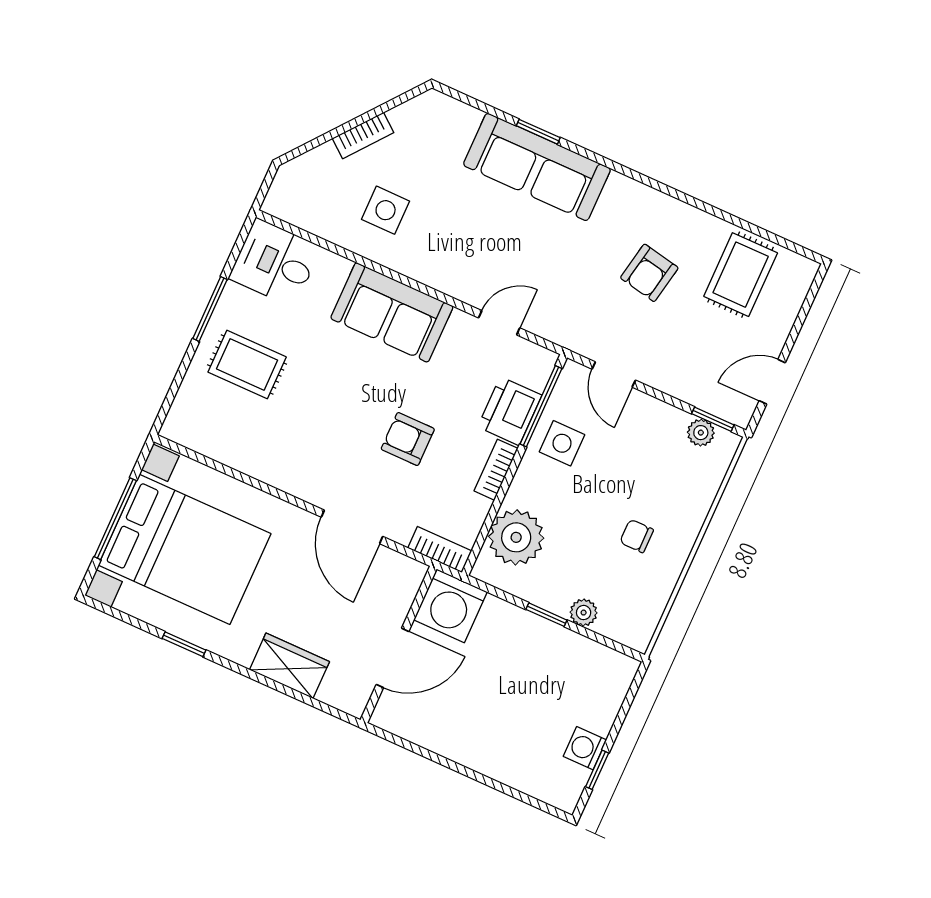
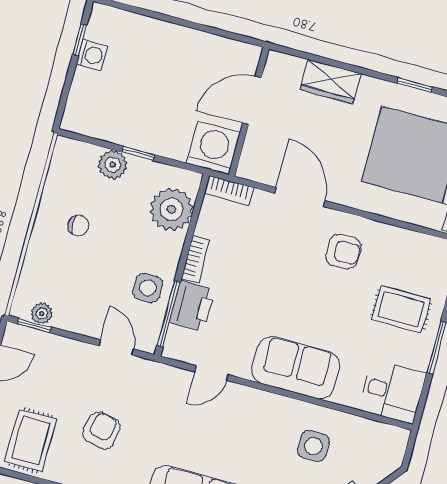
armchair: (408, 439) -> (343, 252), moved
plant: (584, 613) -> (113, 165), width x1.38, depth x1.38

